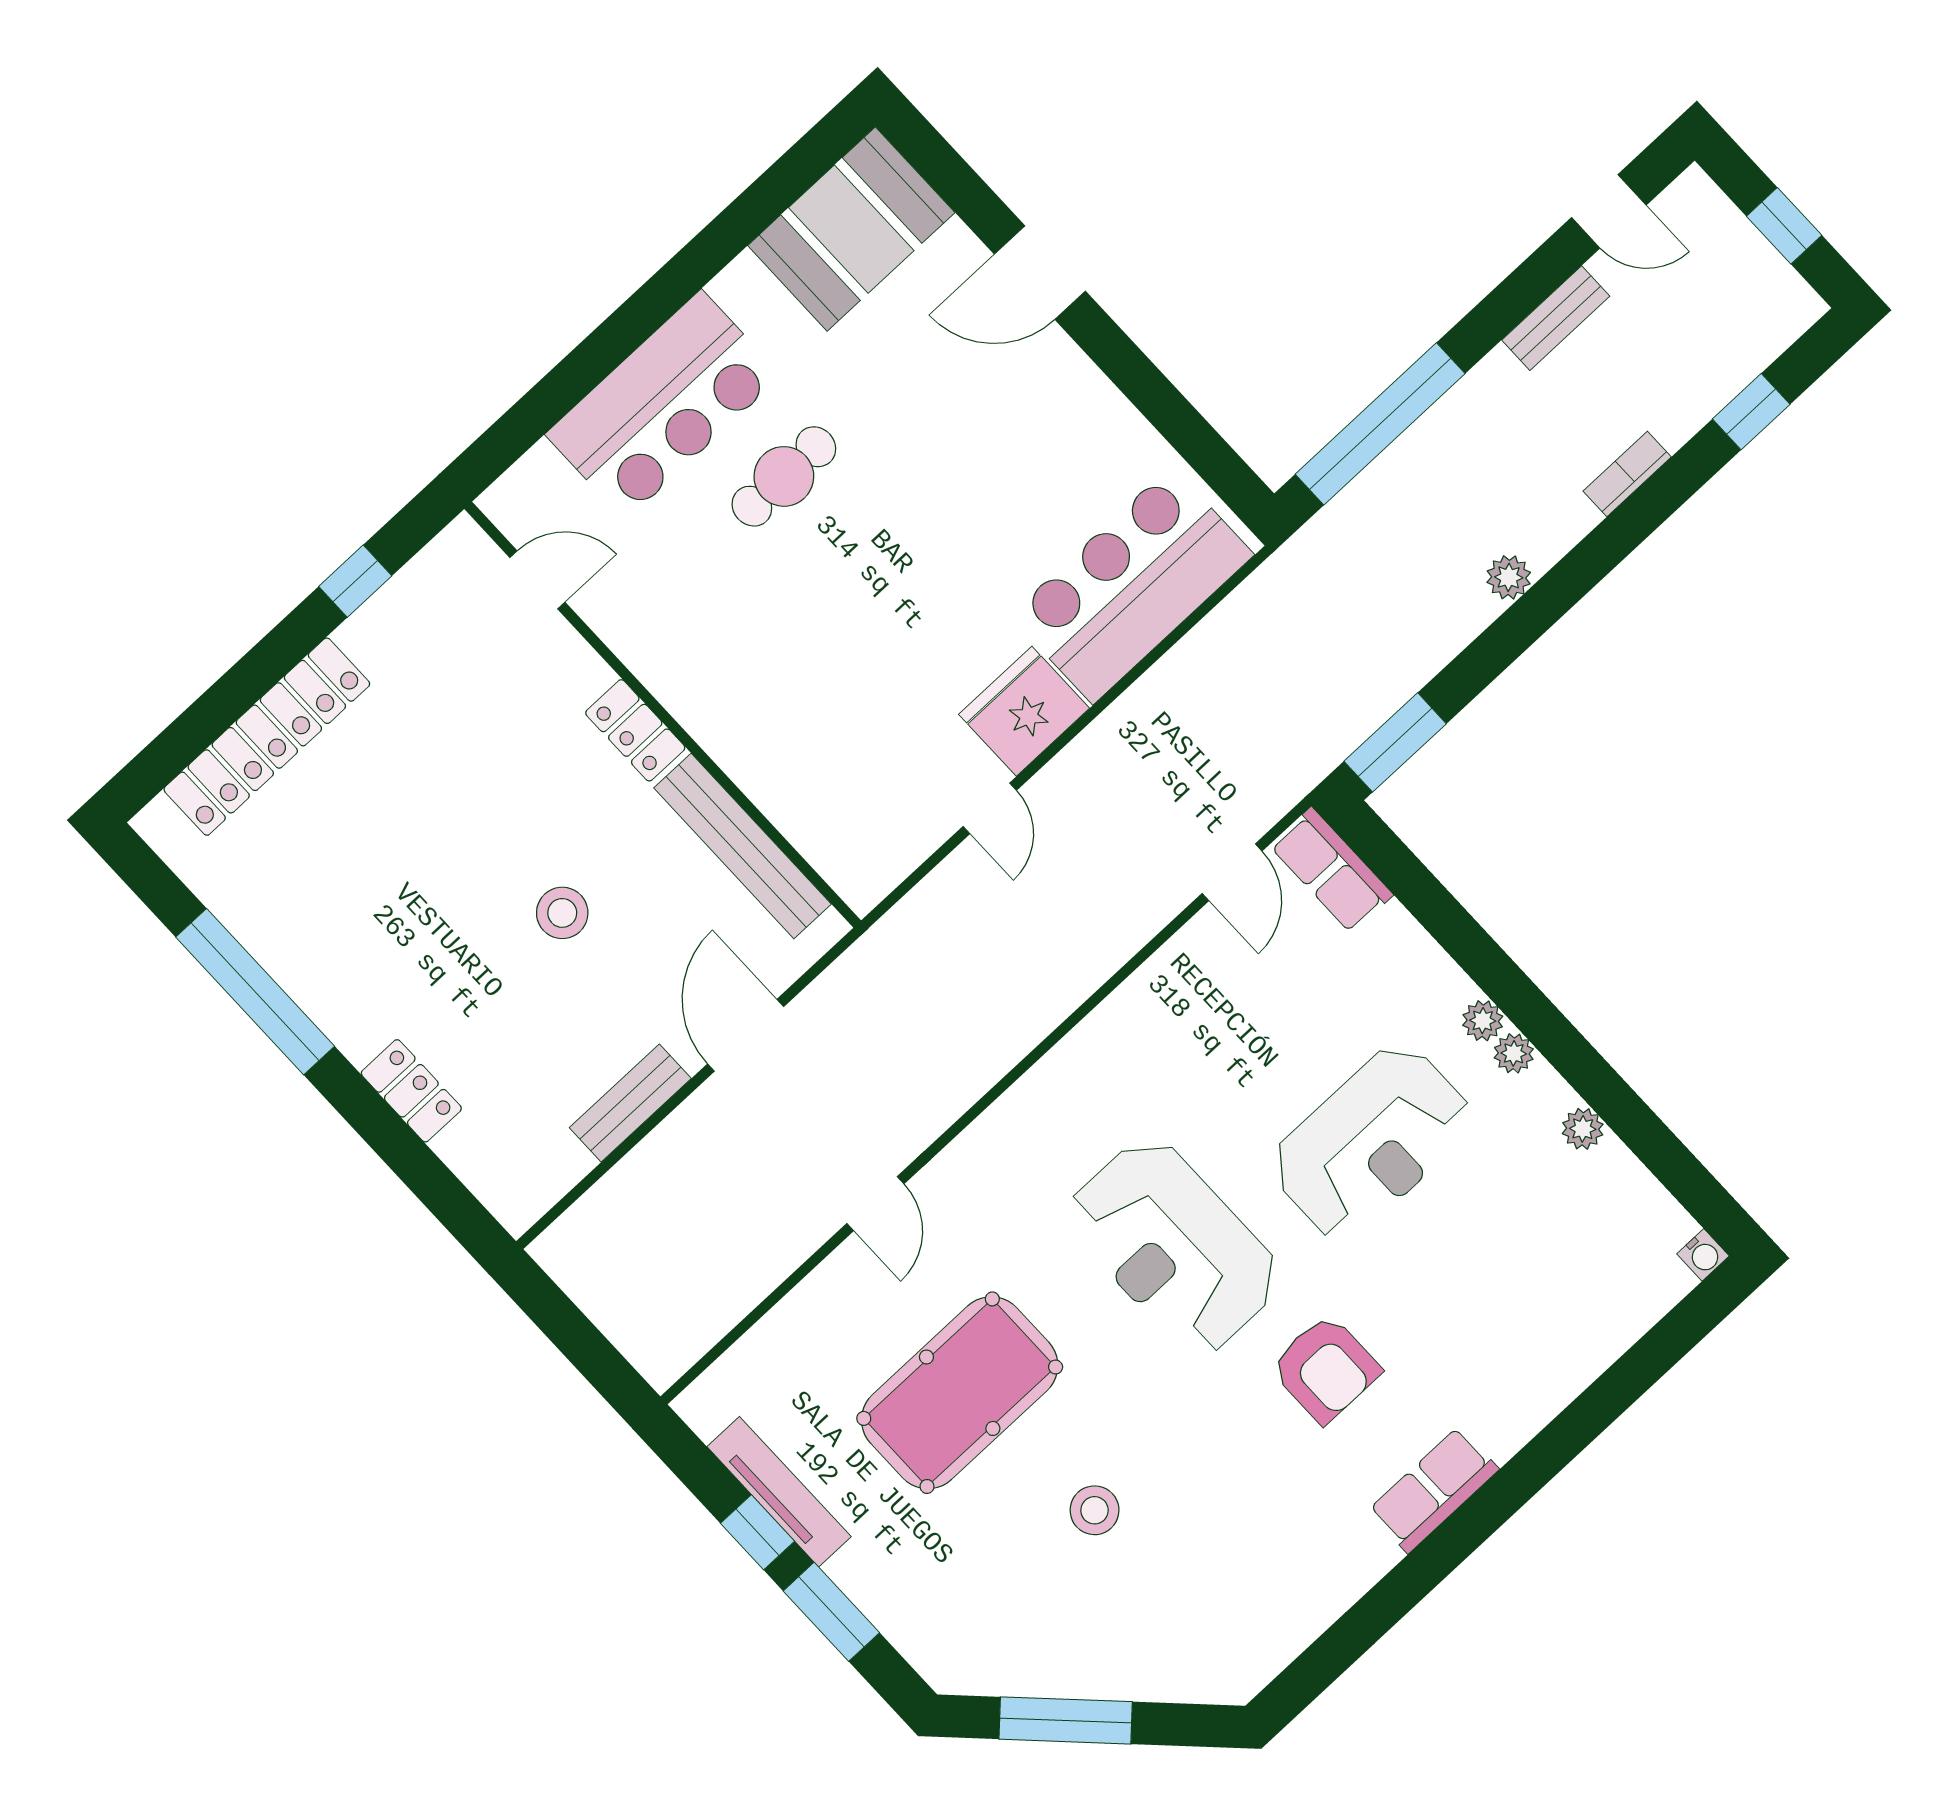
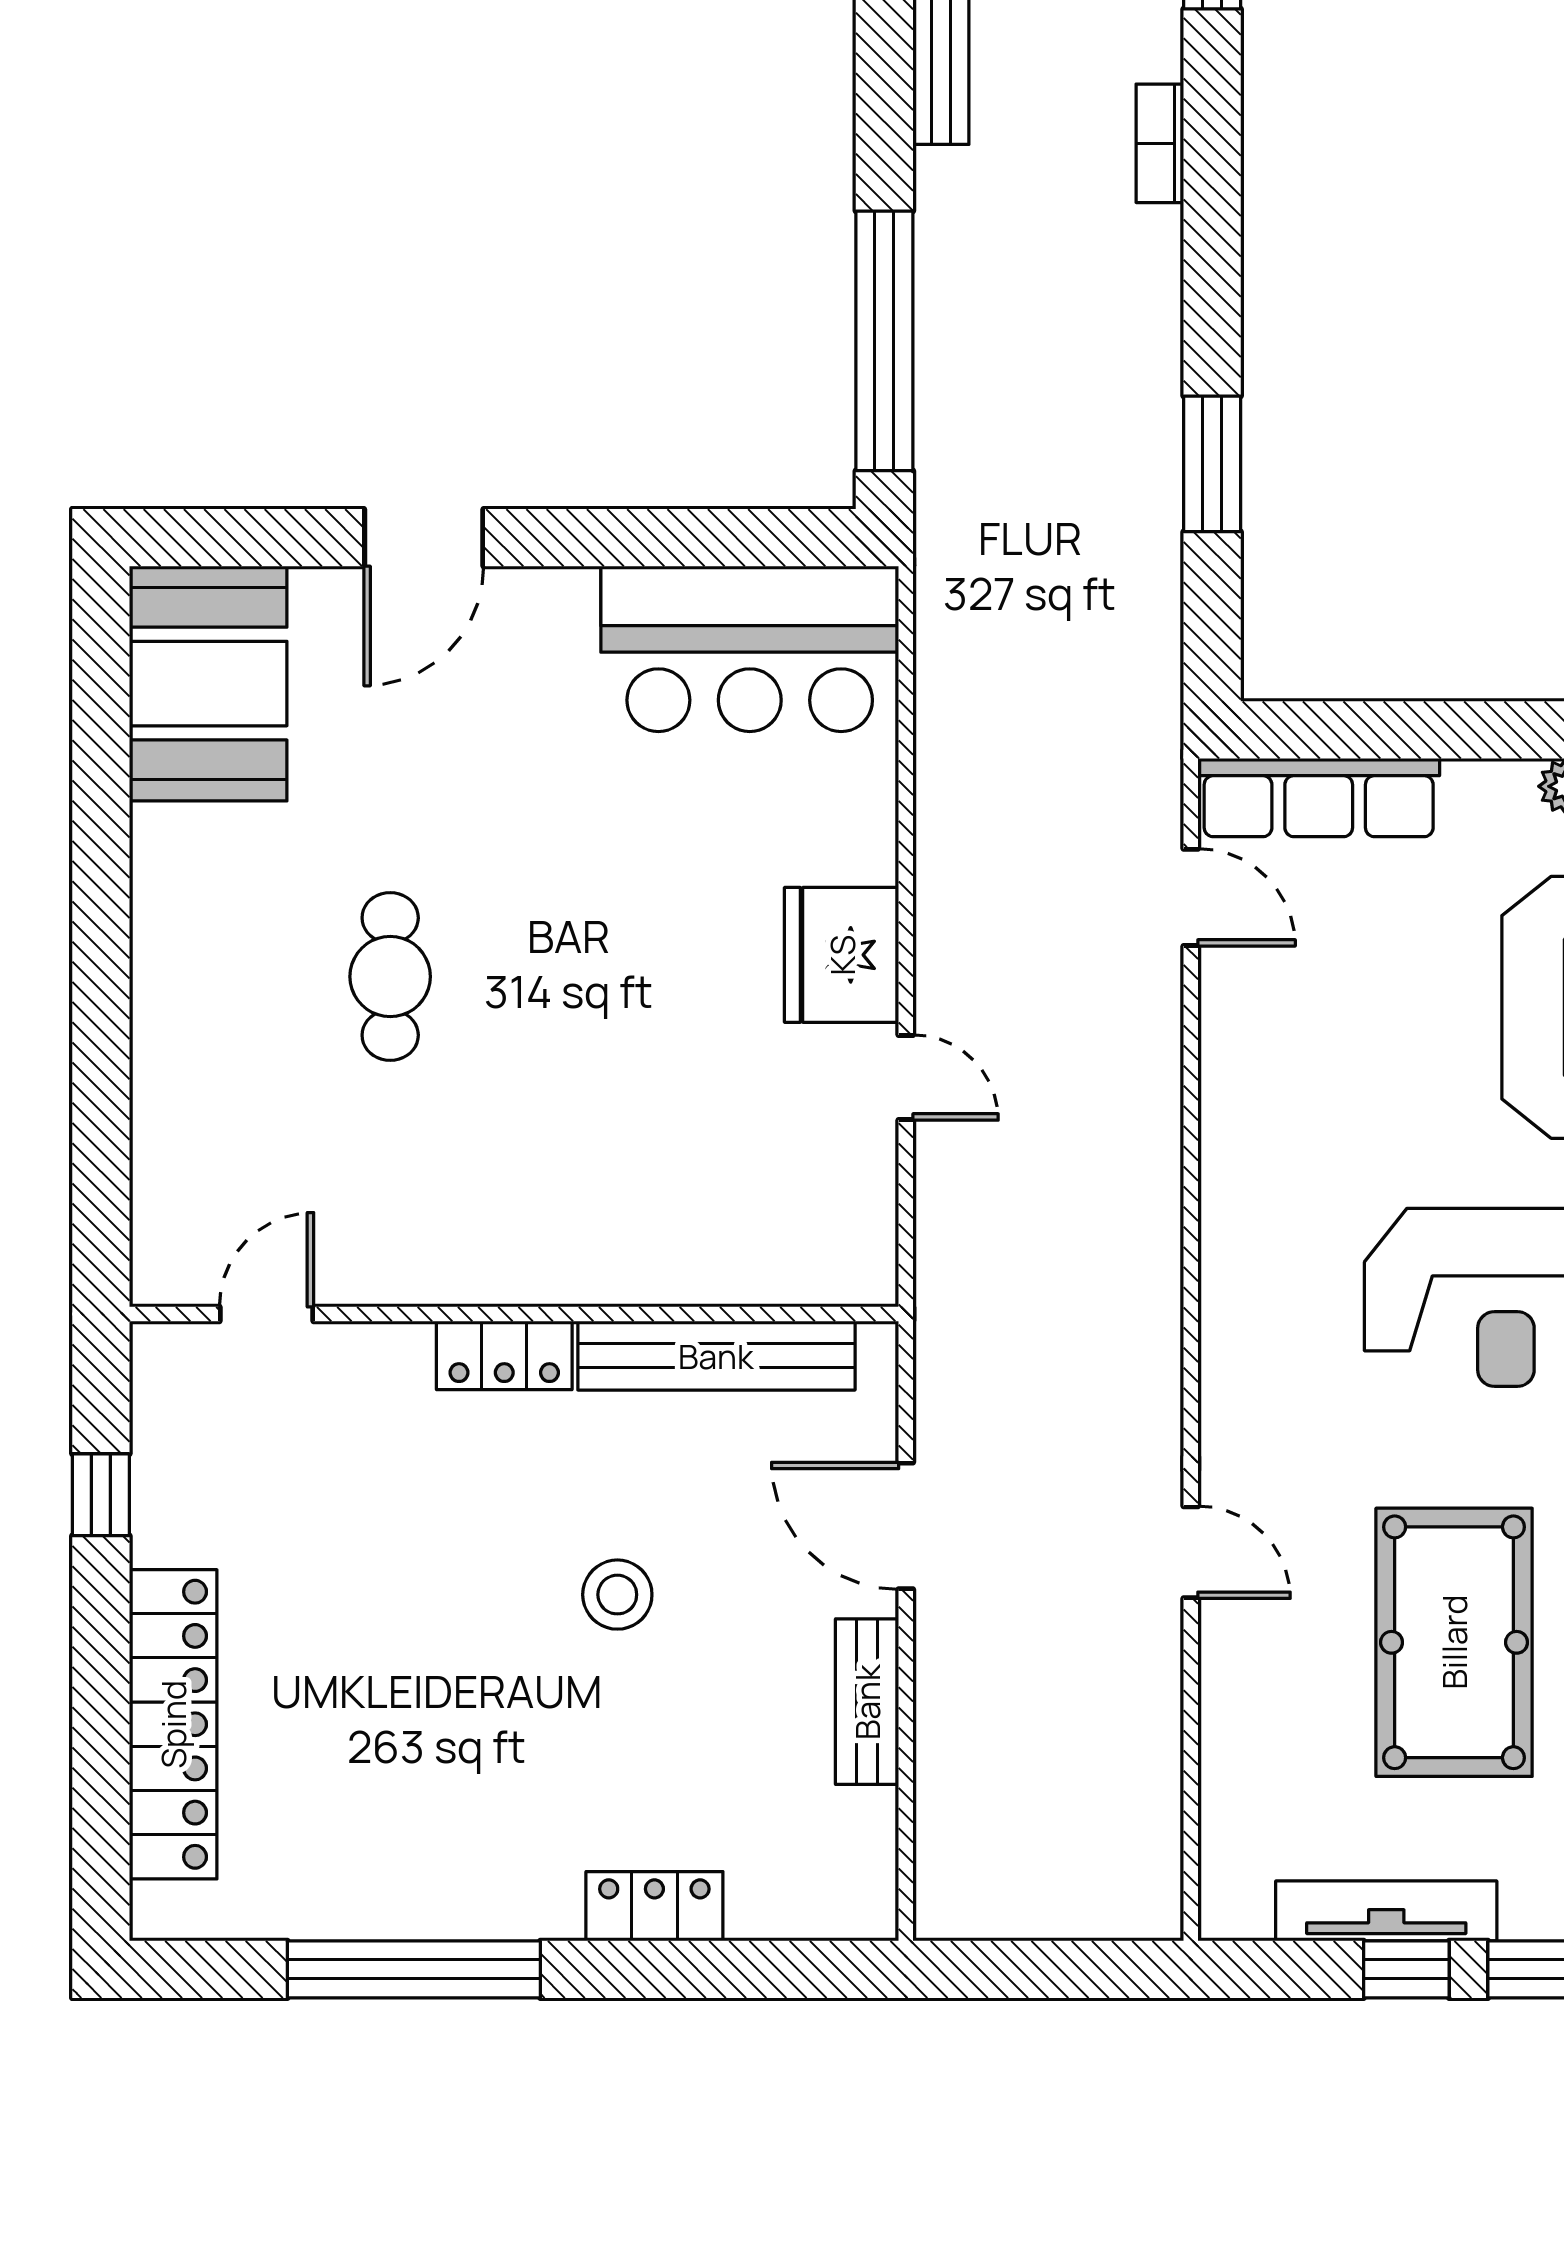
bar counter: (663, 405) -> (210, 1030), removed
plant: (1509, 577) -> (1153, 355), removed
bar counter: (1132, 585) -> (750, 649), moved, turned -90
window: (1395, 742) -> (1212, 464), moved
row of seats: (1331, 870) -> (1319, 798), width x1.48

